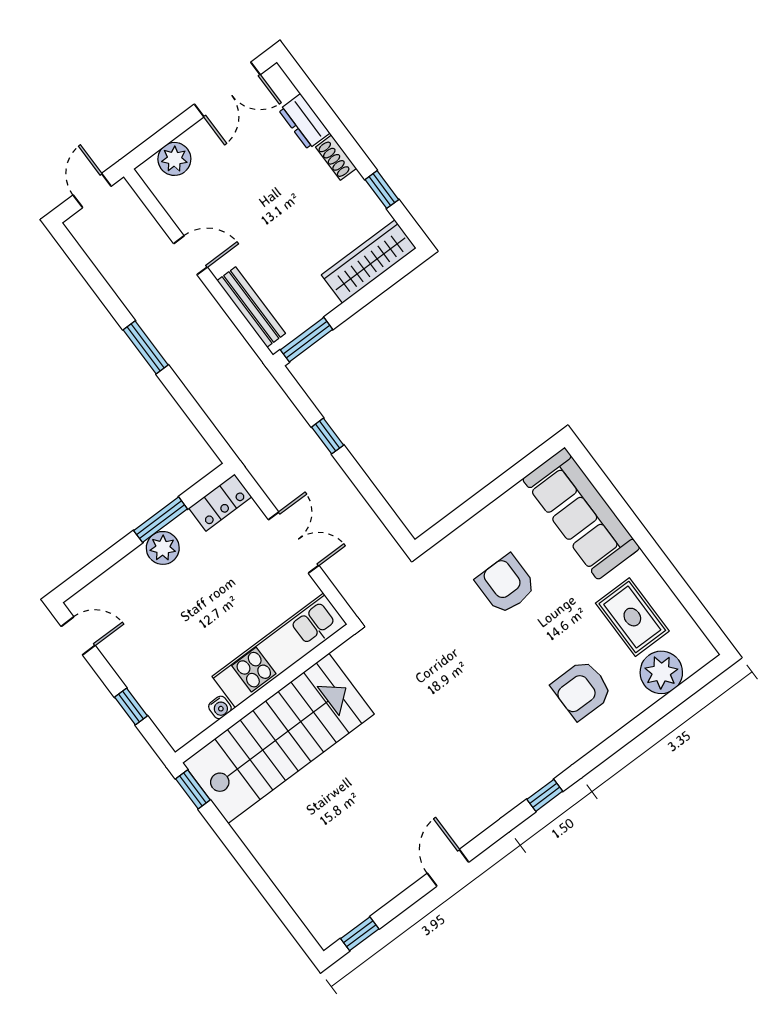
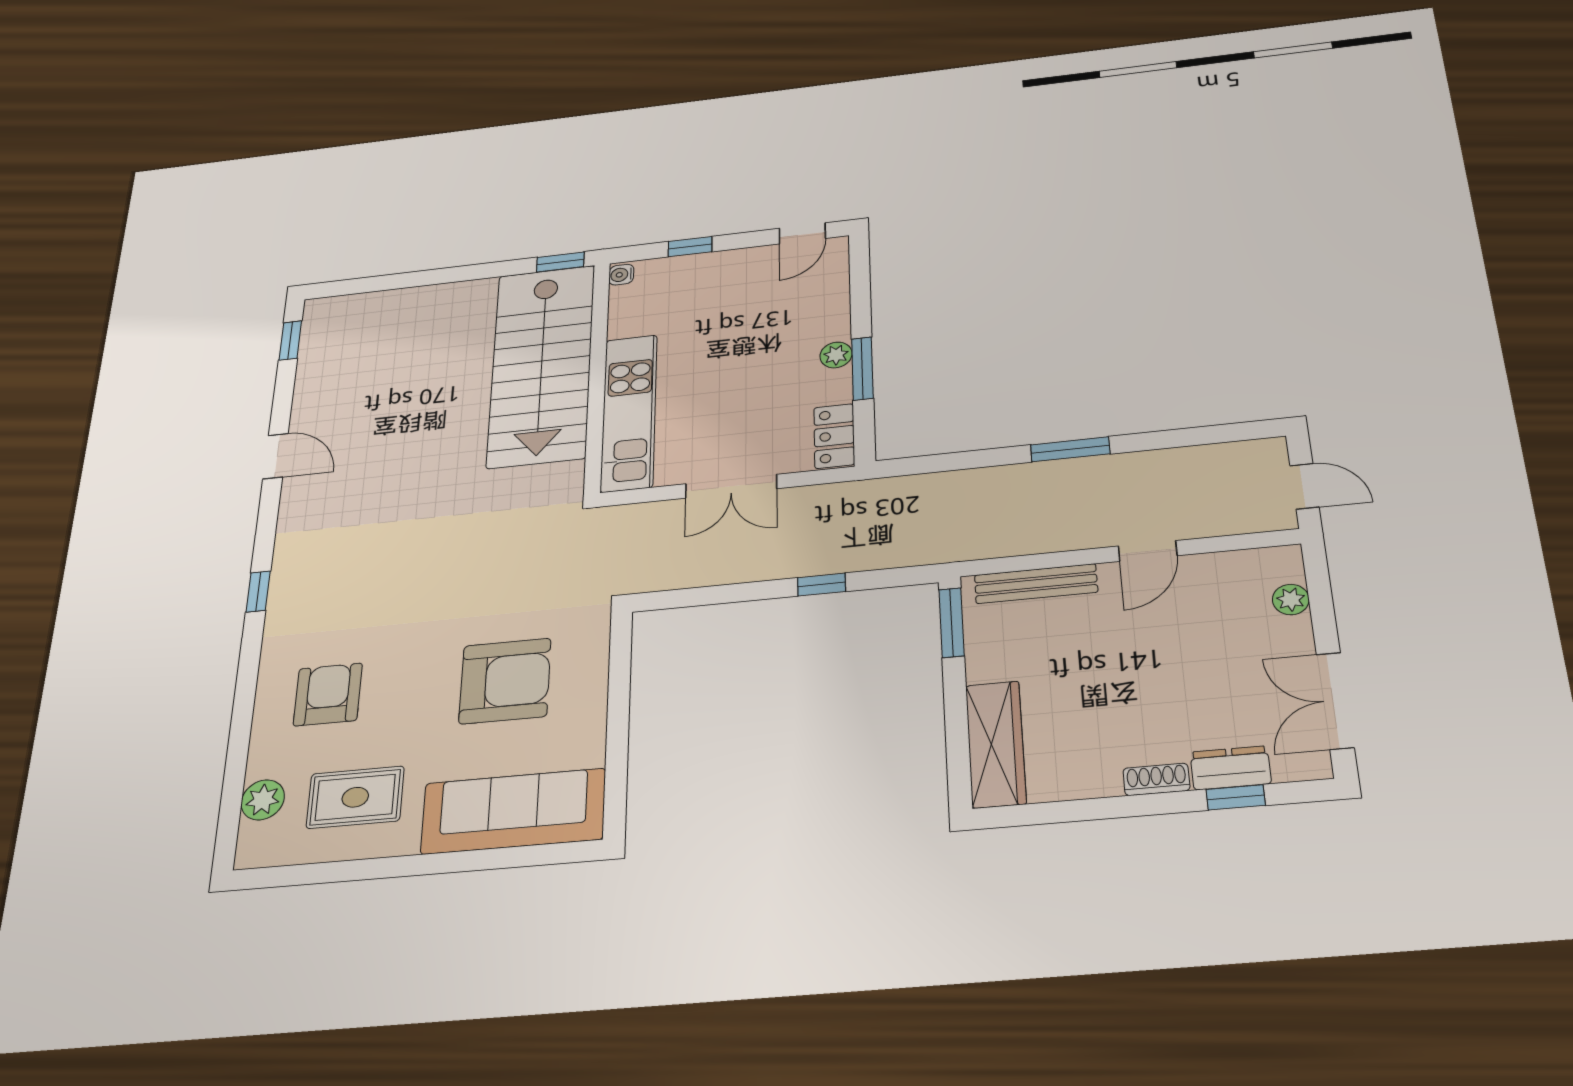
plant: (174, 159) -> (1291, 600), width x0.73, depth x0.73
window: (382, 190) -> (1236, 797), moved
plant: (163, 548) -> (836, 355), width x0.73, depth x0.73
armchair: (506, 584) -> (505, 681), width x1.36, depth x1.36
plant: (661, 672) -> (263, 800), width x0.73, depth x0.73
water cooler: (220, 707) -> (621, 275), moved

